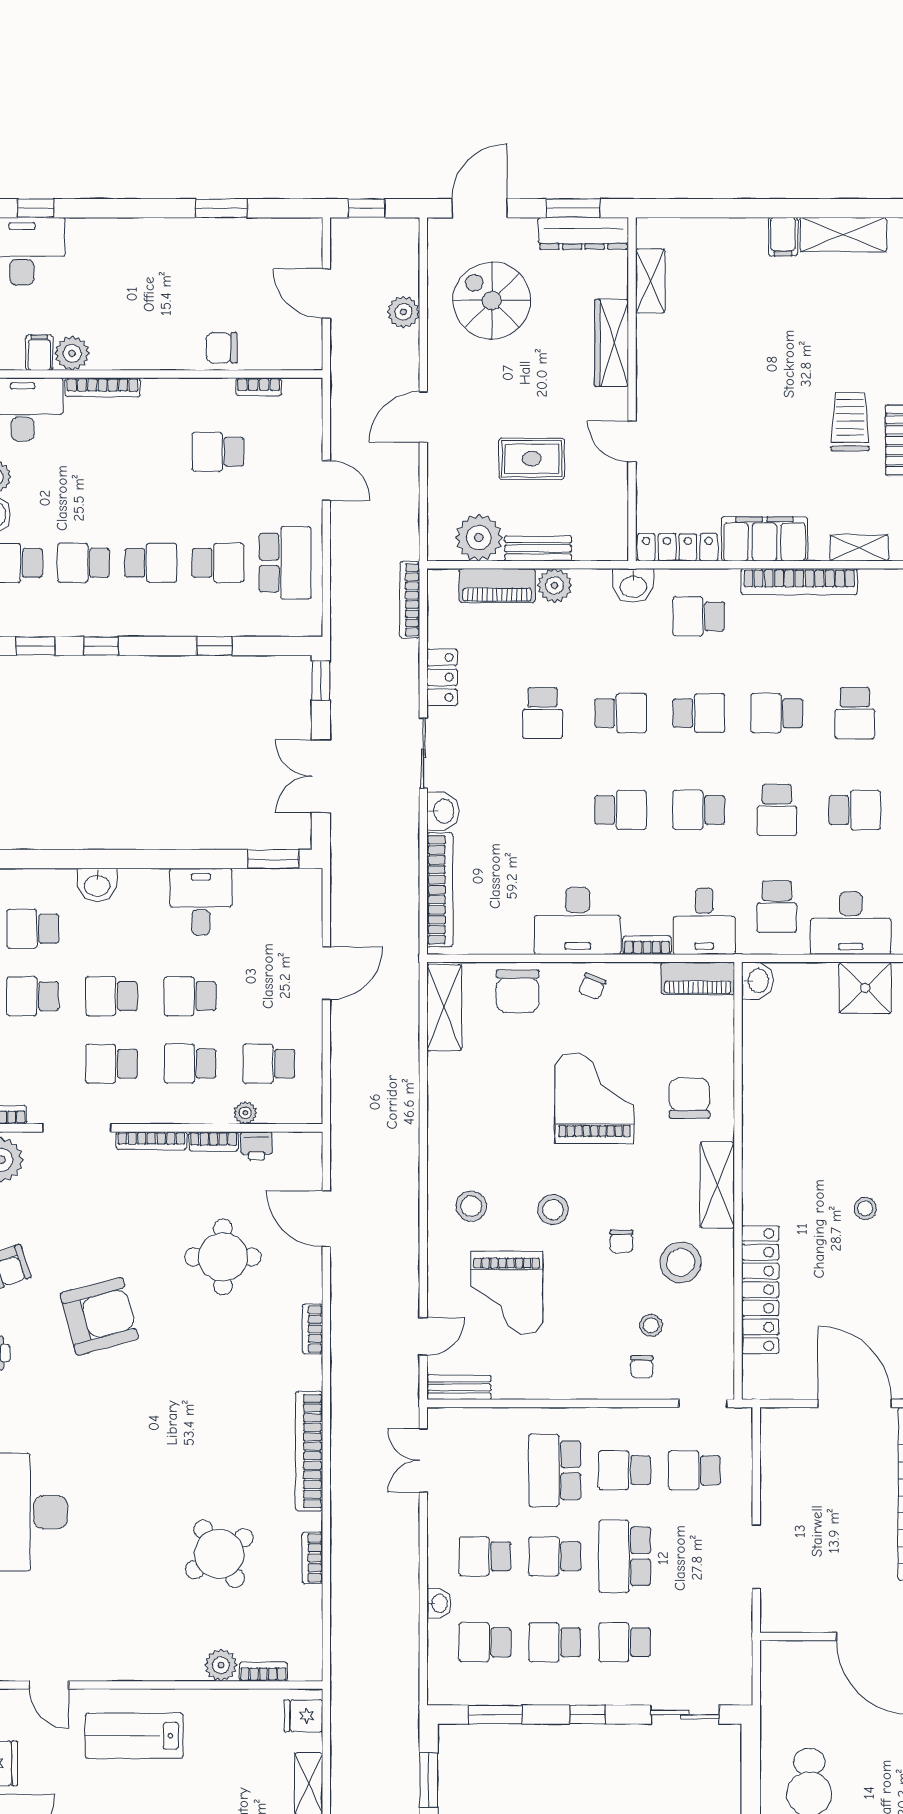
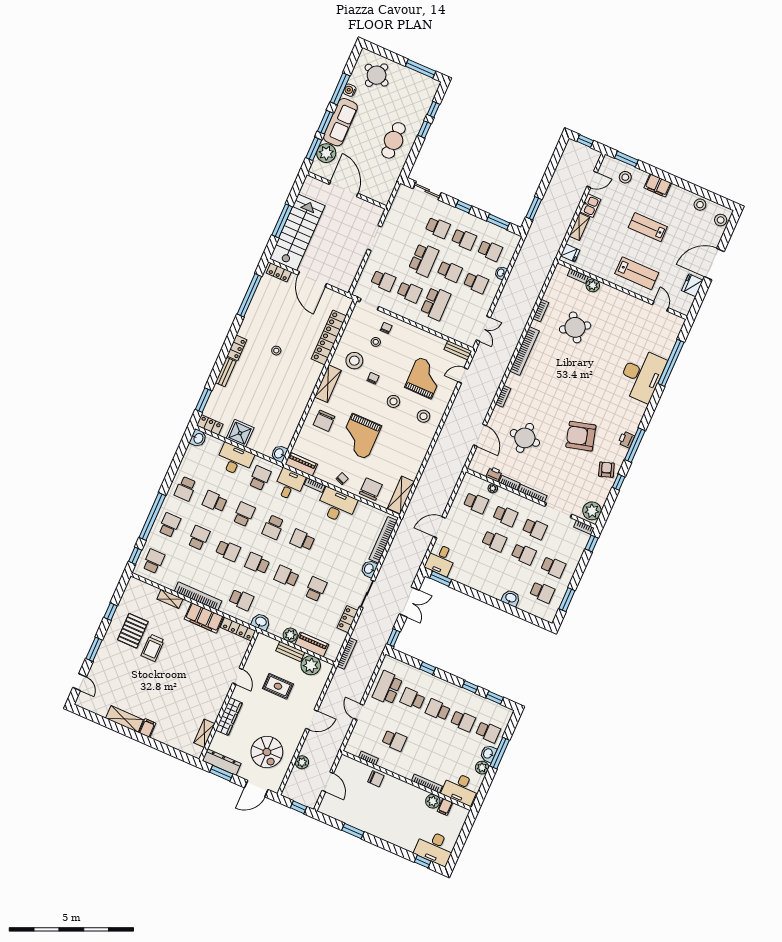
school desk: (699, 810) -> (273, 527), turned 90
desk: (201, 902) -> (441, 560), moved

